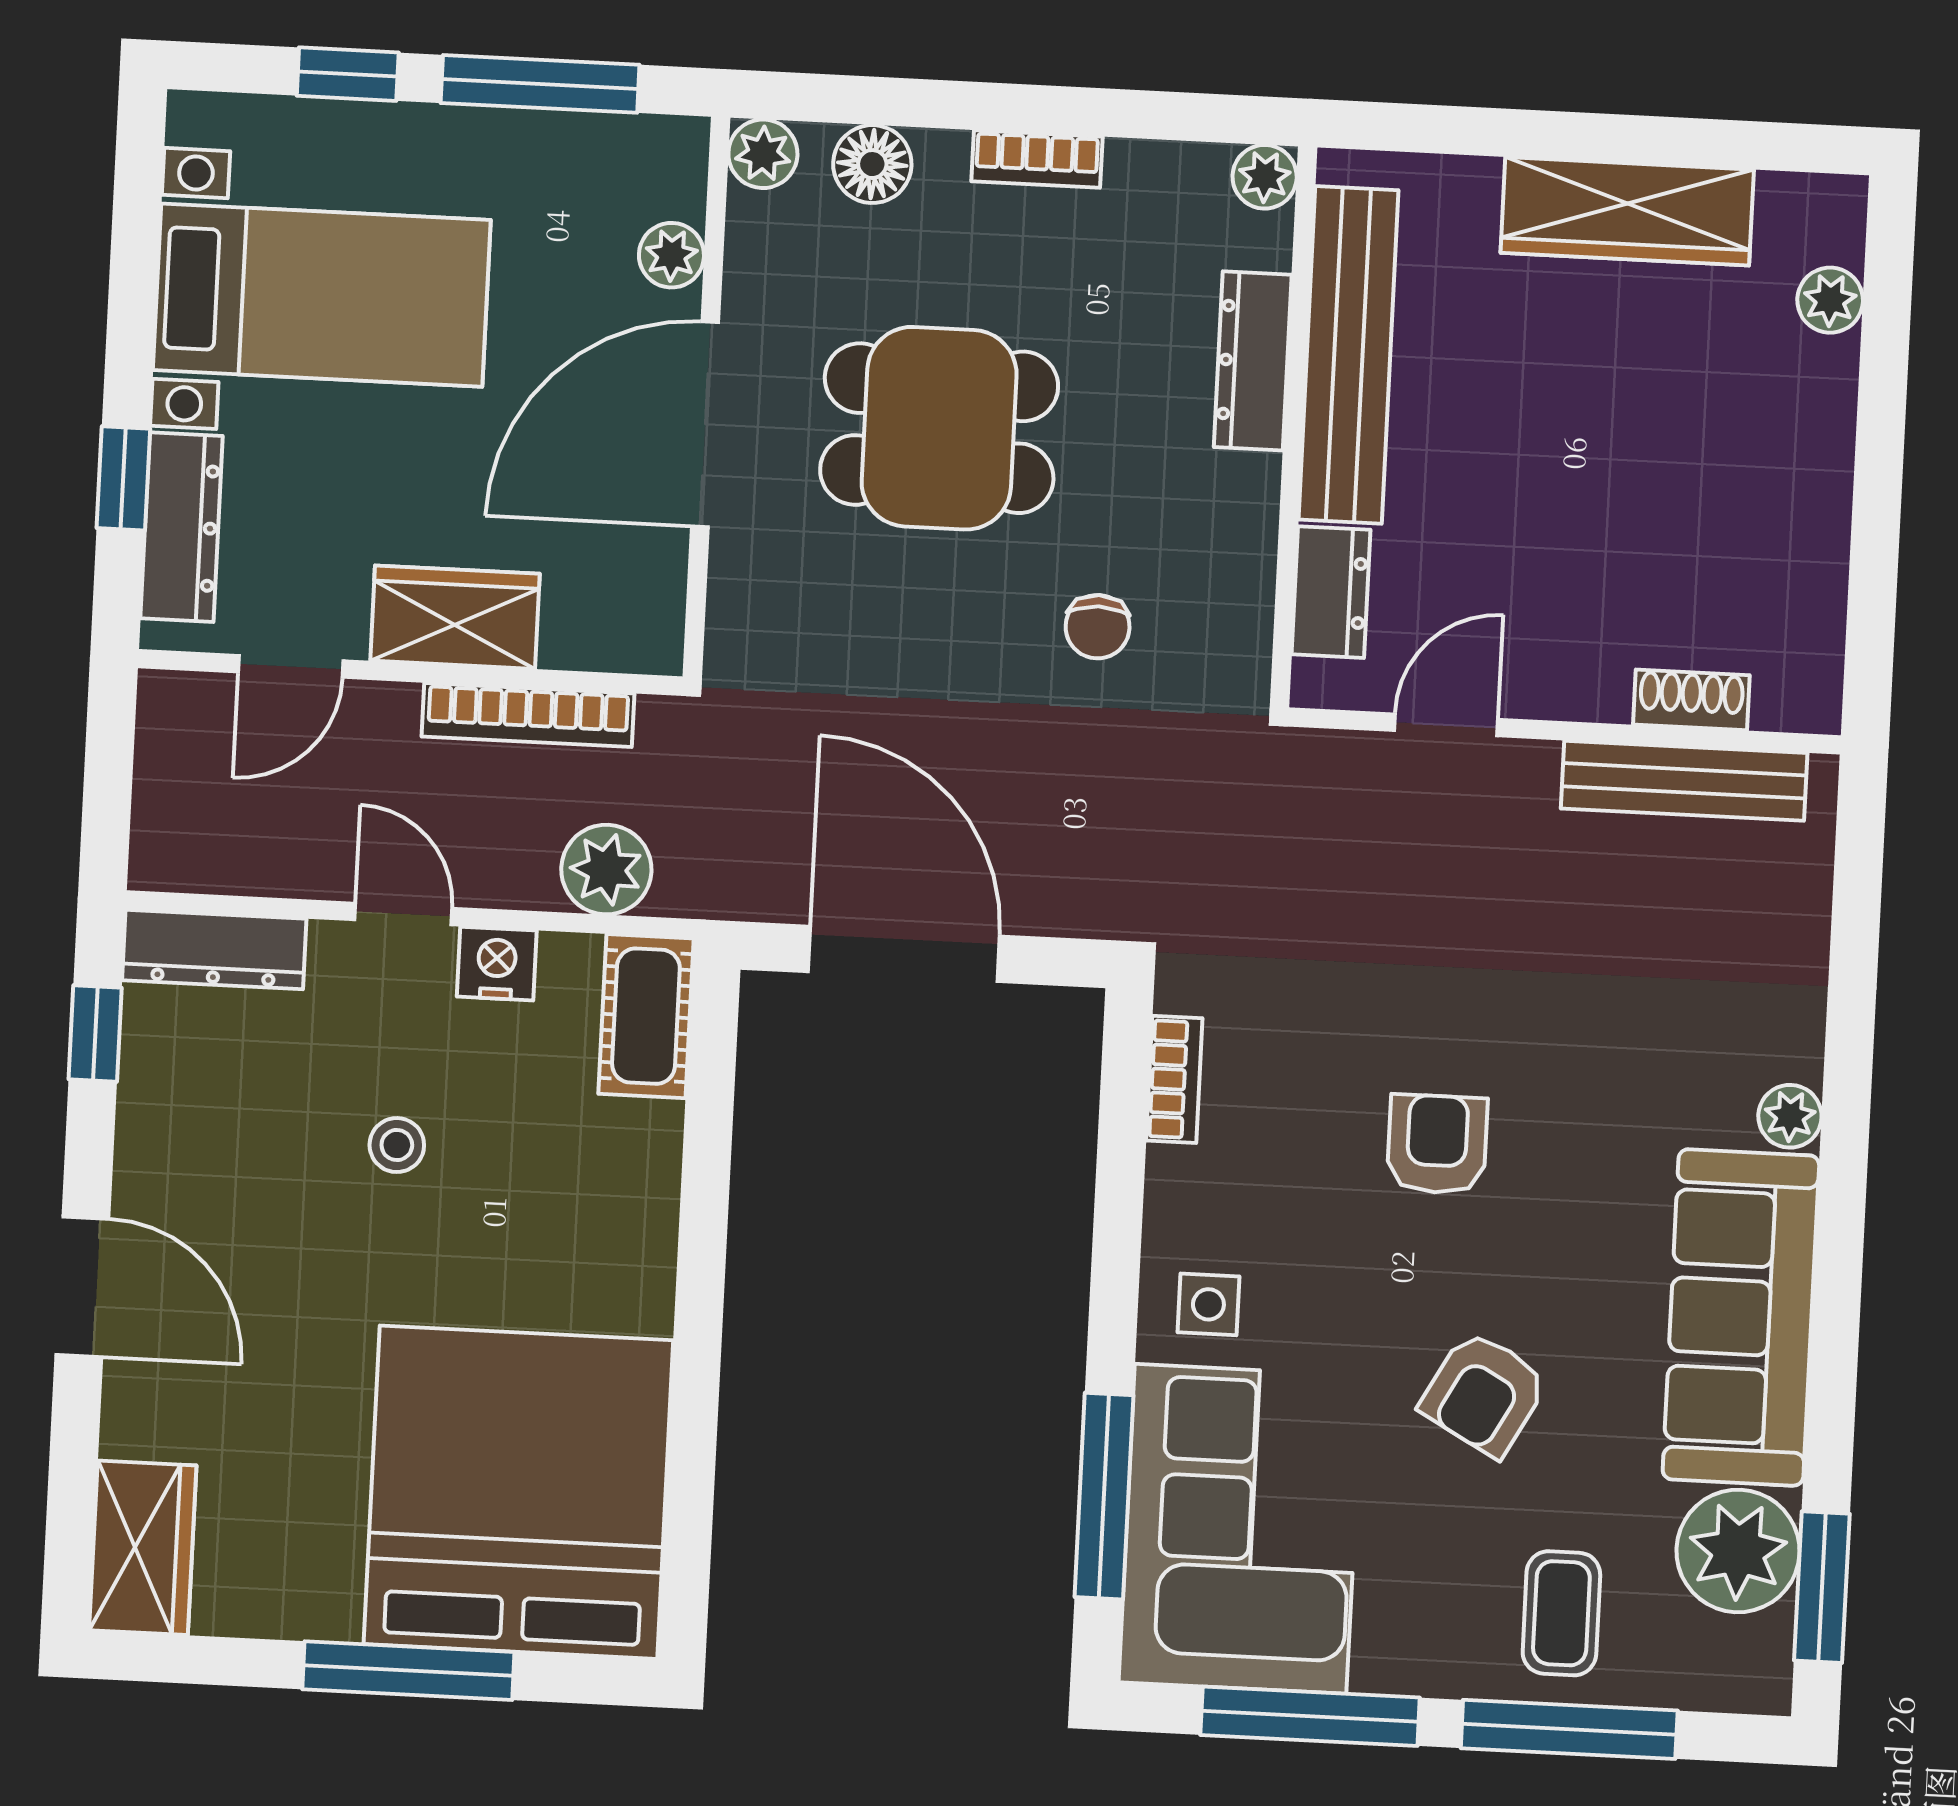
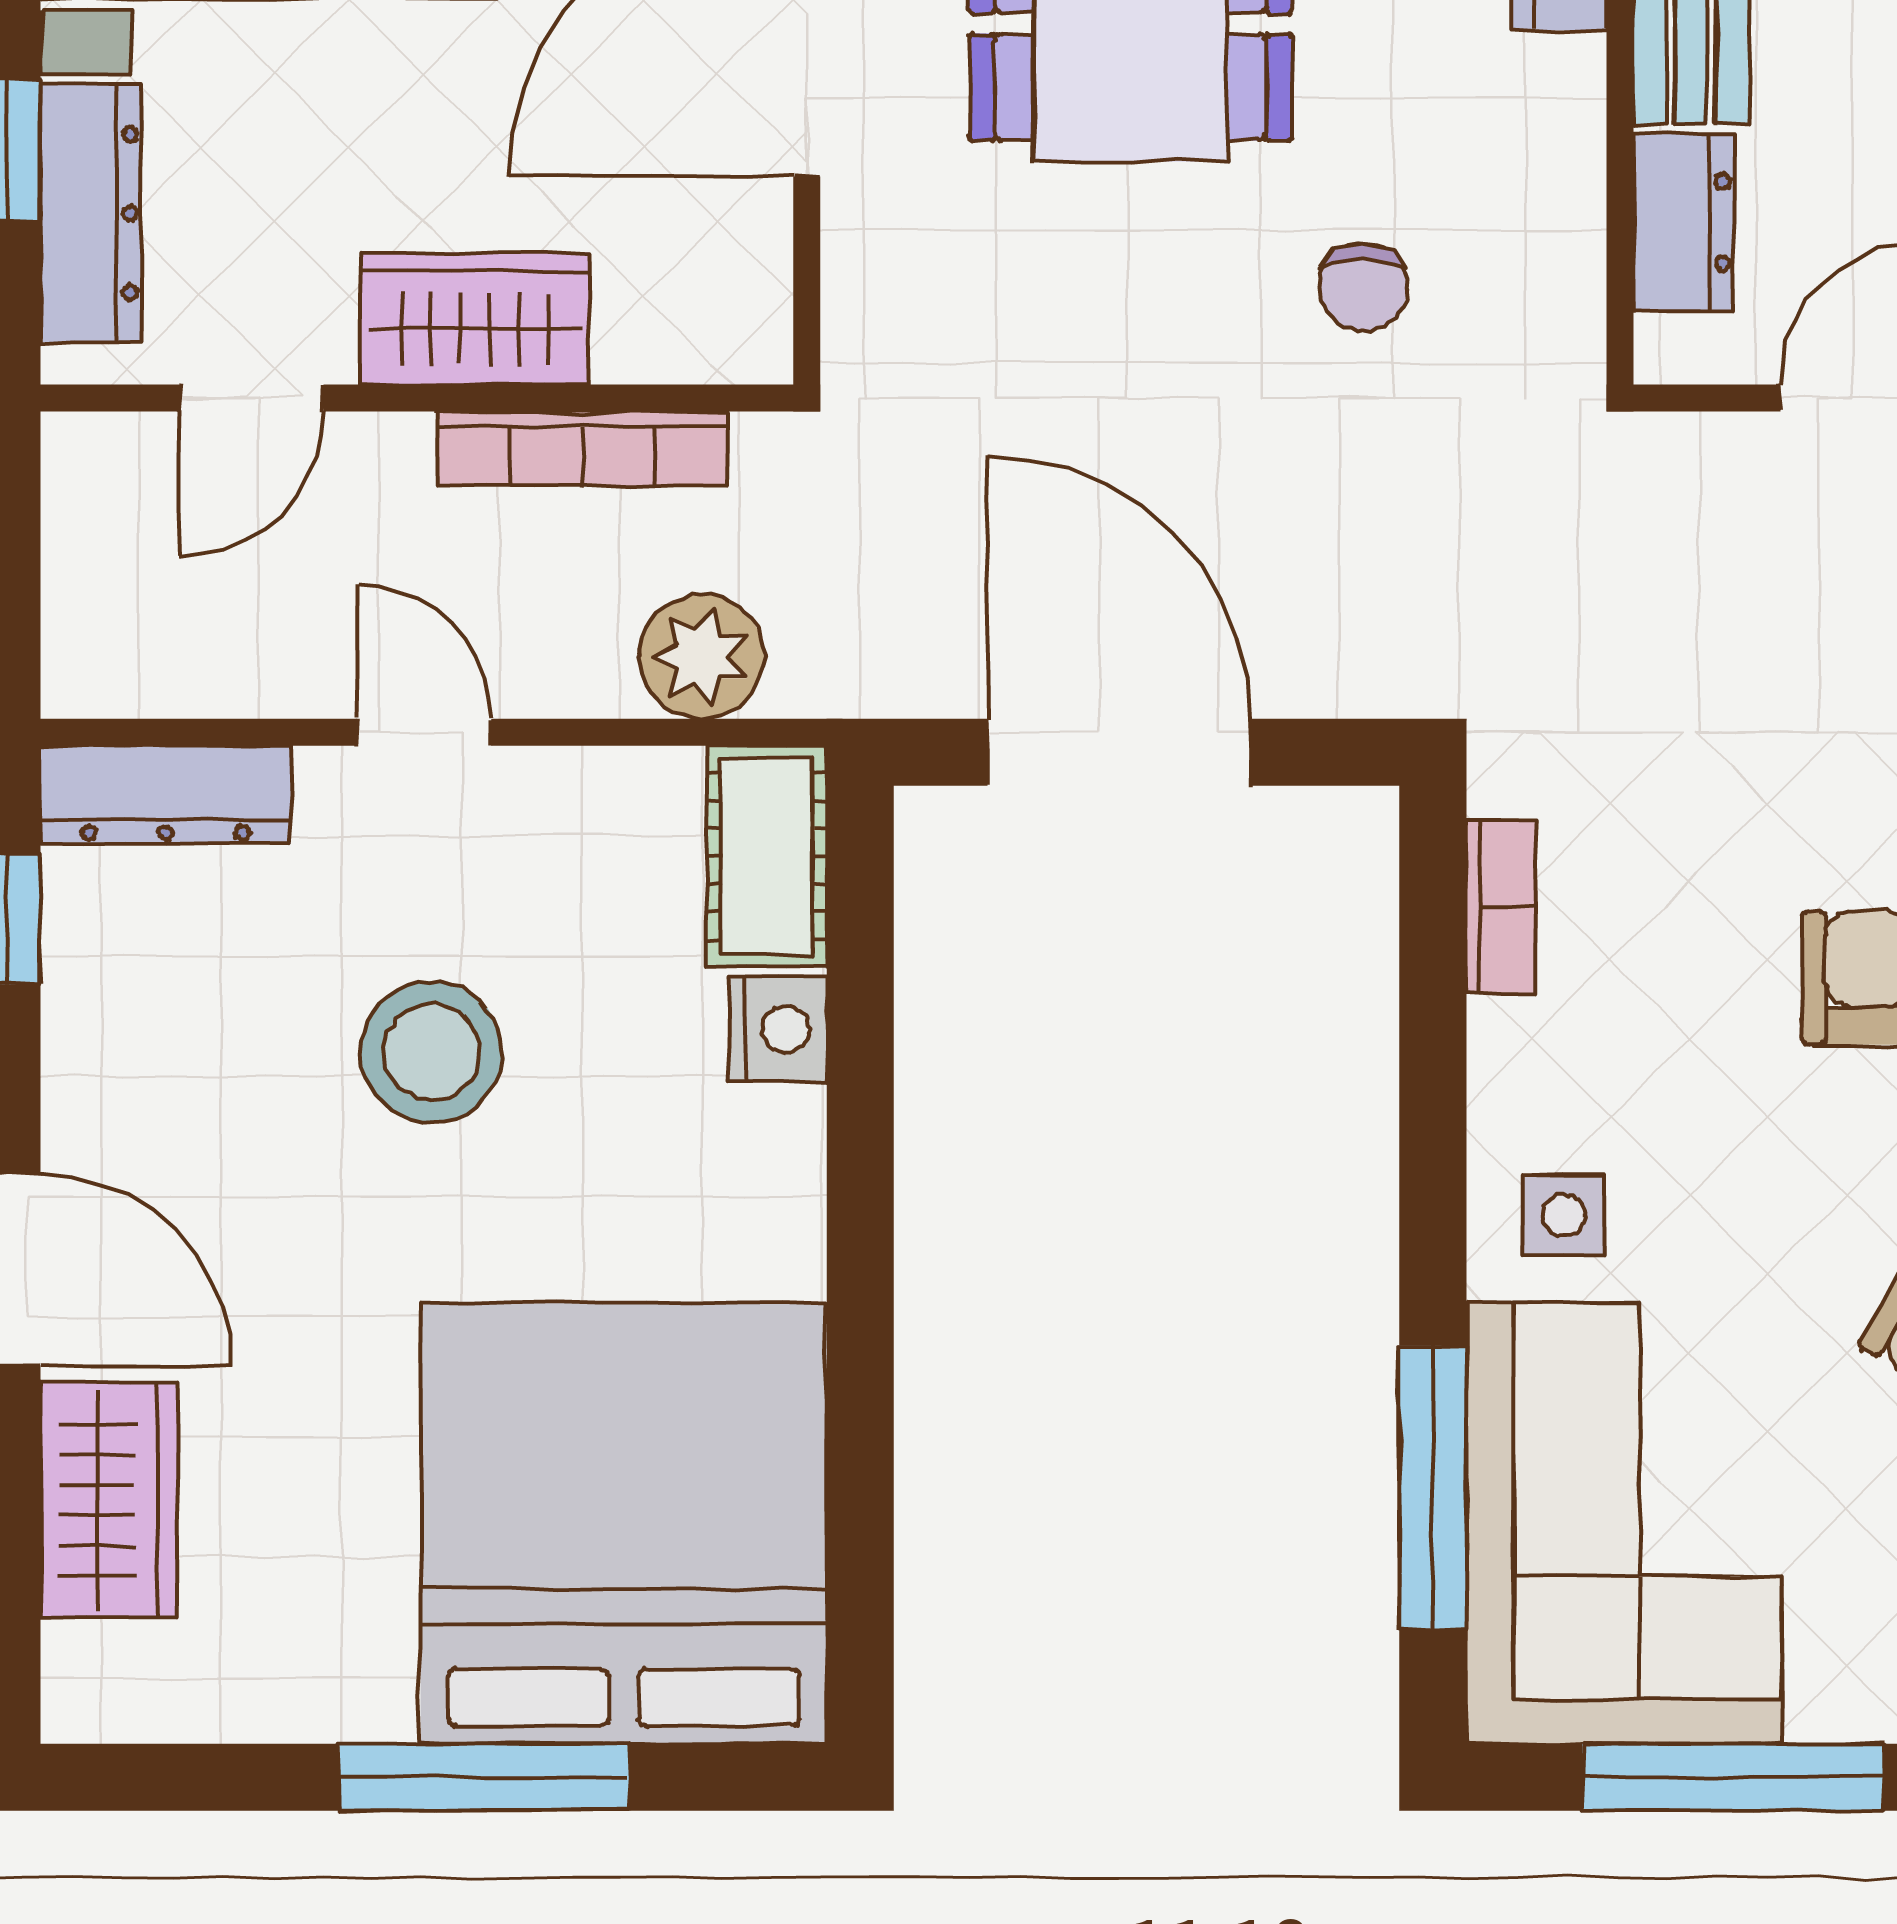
nightstand: (497, 964) -> (778, 1029), moved, turned 90
stool: (397, 1145) -> (431, 1052), width x1.89, depth x1.89
wardrobe: (143, 1548) -> (109, 1500), moved

